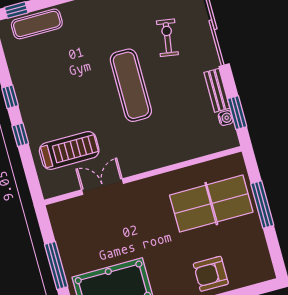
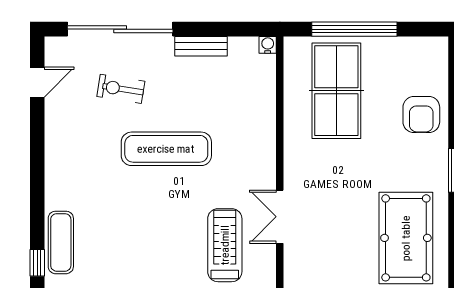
window: (237, 113) -> (235, 29), removed
water cooler: (226, 118) -> (268, 45), moved
window: (262, 204) -> (354, 29), width x1.46

